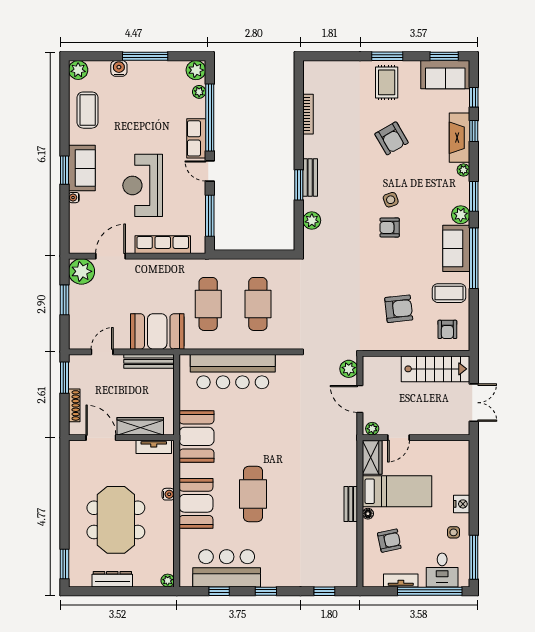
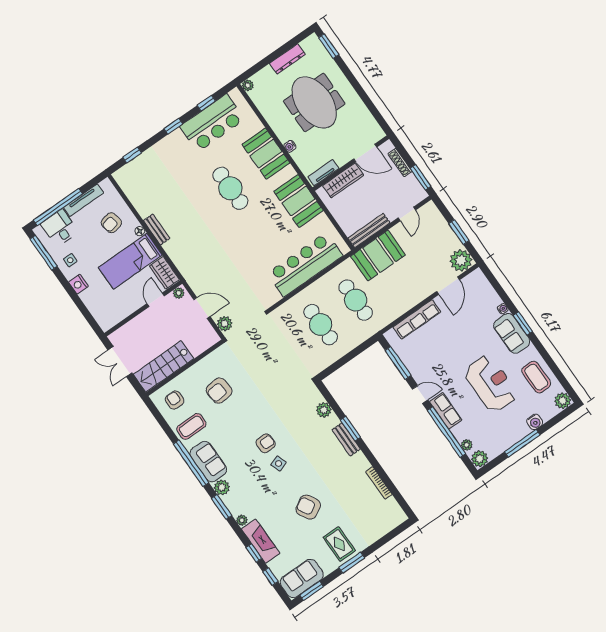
reception desk: (143, 185) -> (491, 383), moved
tv unit: (401, 581) -> (84, 200), width x1.41

